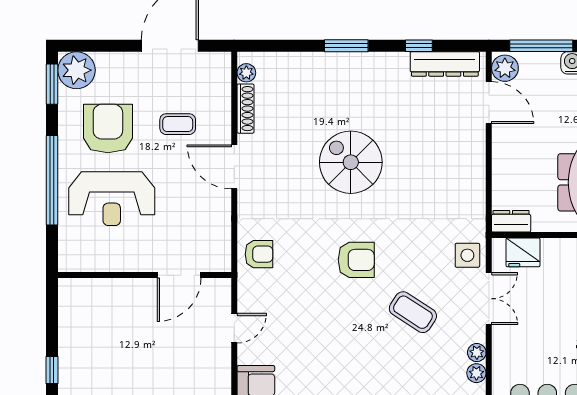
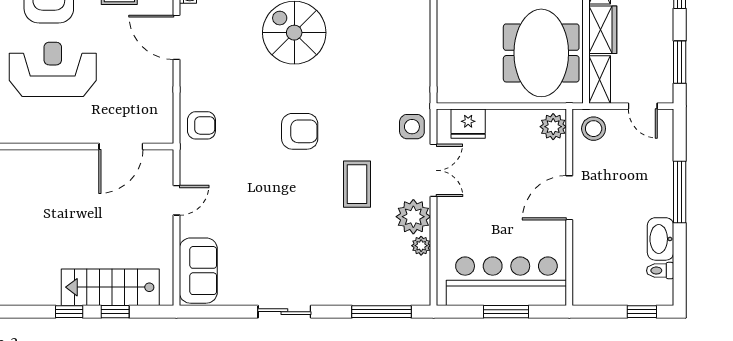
reception desk: (112, 199) -> (53, 69), turned 180
dresser: (511, 221) -> (456, 92), removed
coffee table: (413, 312) -> (357, 184), turned 57
plant: (477, 353) -> (413, 217), width x1.88, depth x1.88

